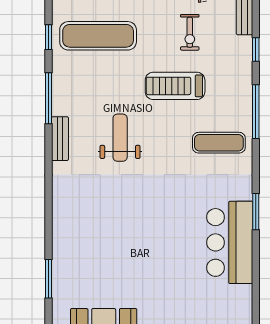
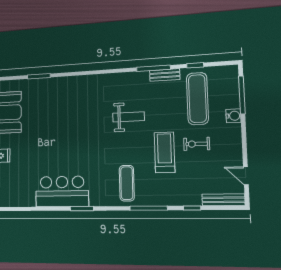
exercise bike: (190, 32) -> (197, 144), moved
bench: (60, 139) -> (165, 75), moved

